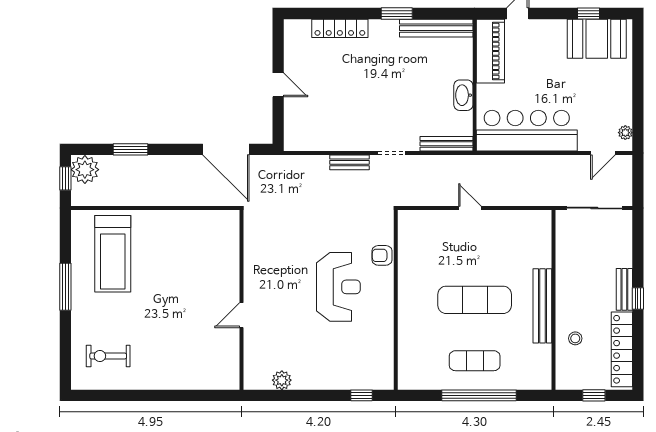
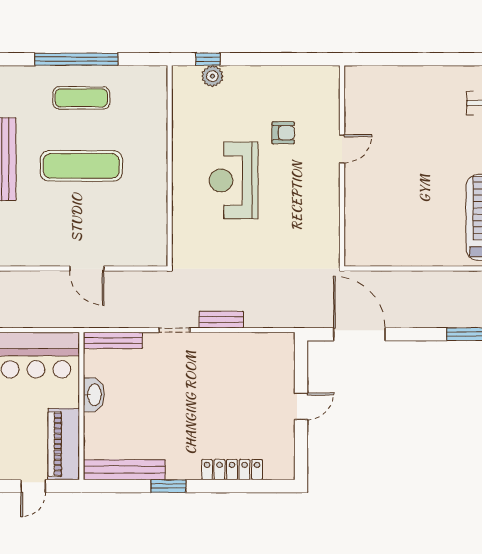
door: (278, 85) -> (301, 406), swing flipped
door: (470, 208) -> (87, 269), width x1.38
armchair: (382, 255) -> (283, 133), moved
plant: (282, 380) -> (212, 76), moved

